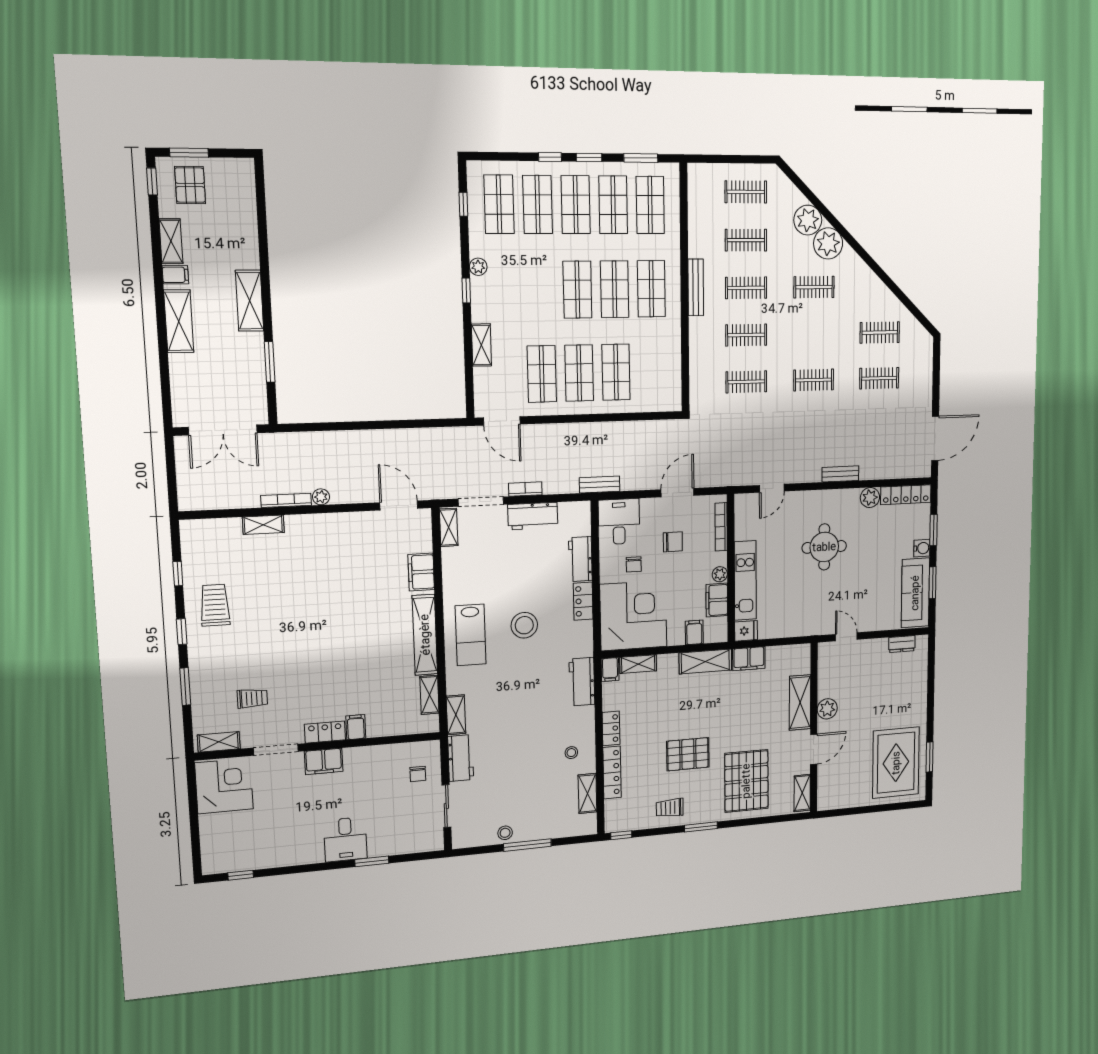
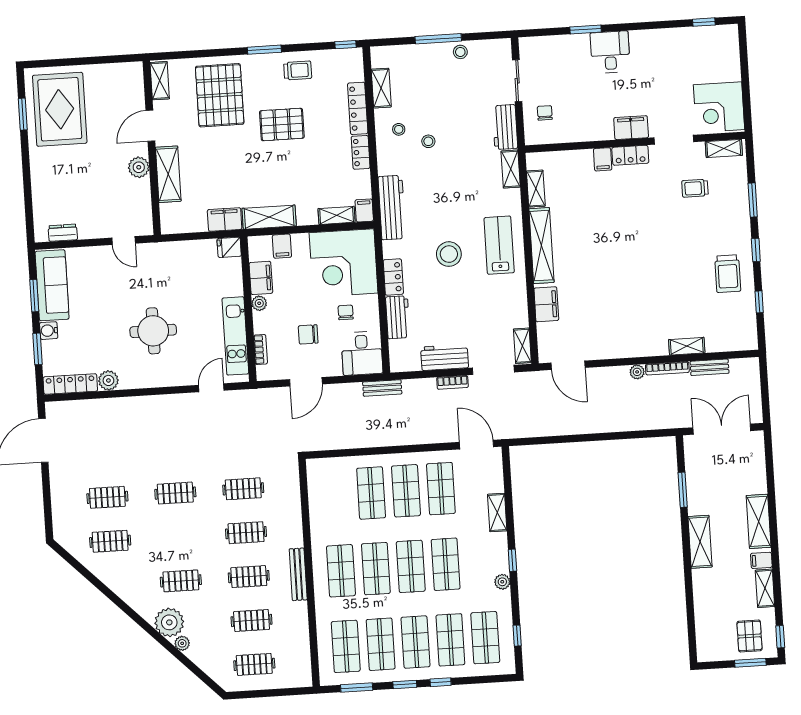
plant: (808, 220) -> (182, 643), width x0.53, depth x0.53
shop shelf: (540, 290) -> (446, 564), added
bench: (840, 474) -> (710, 367), moved
bookcase: (721, 527) -> (261, 349), width x0.64
kitchen unit: (745, 581) -> (235, 336), moved
workbench: (582, 682) -> (392, 208), width x1.38
stool: (541, 741) -> (428, 141), added

